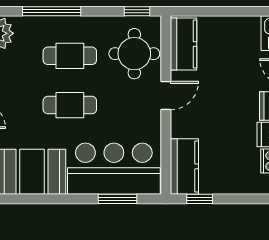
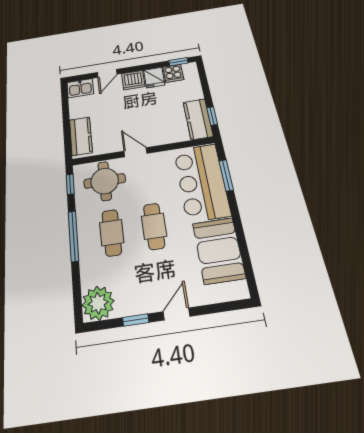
window: (52, 11) -> (73, 236), moved
kitchen counter: (183, 44) -> (81, 136), moved, turned 90
kitchen counter: (184, 166) -> (198, 119), moved, turned -90

